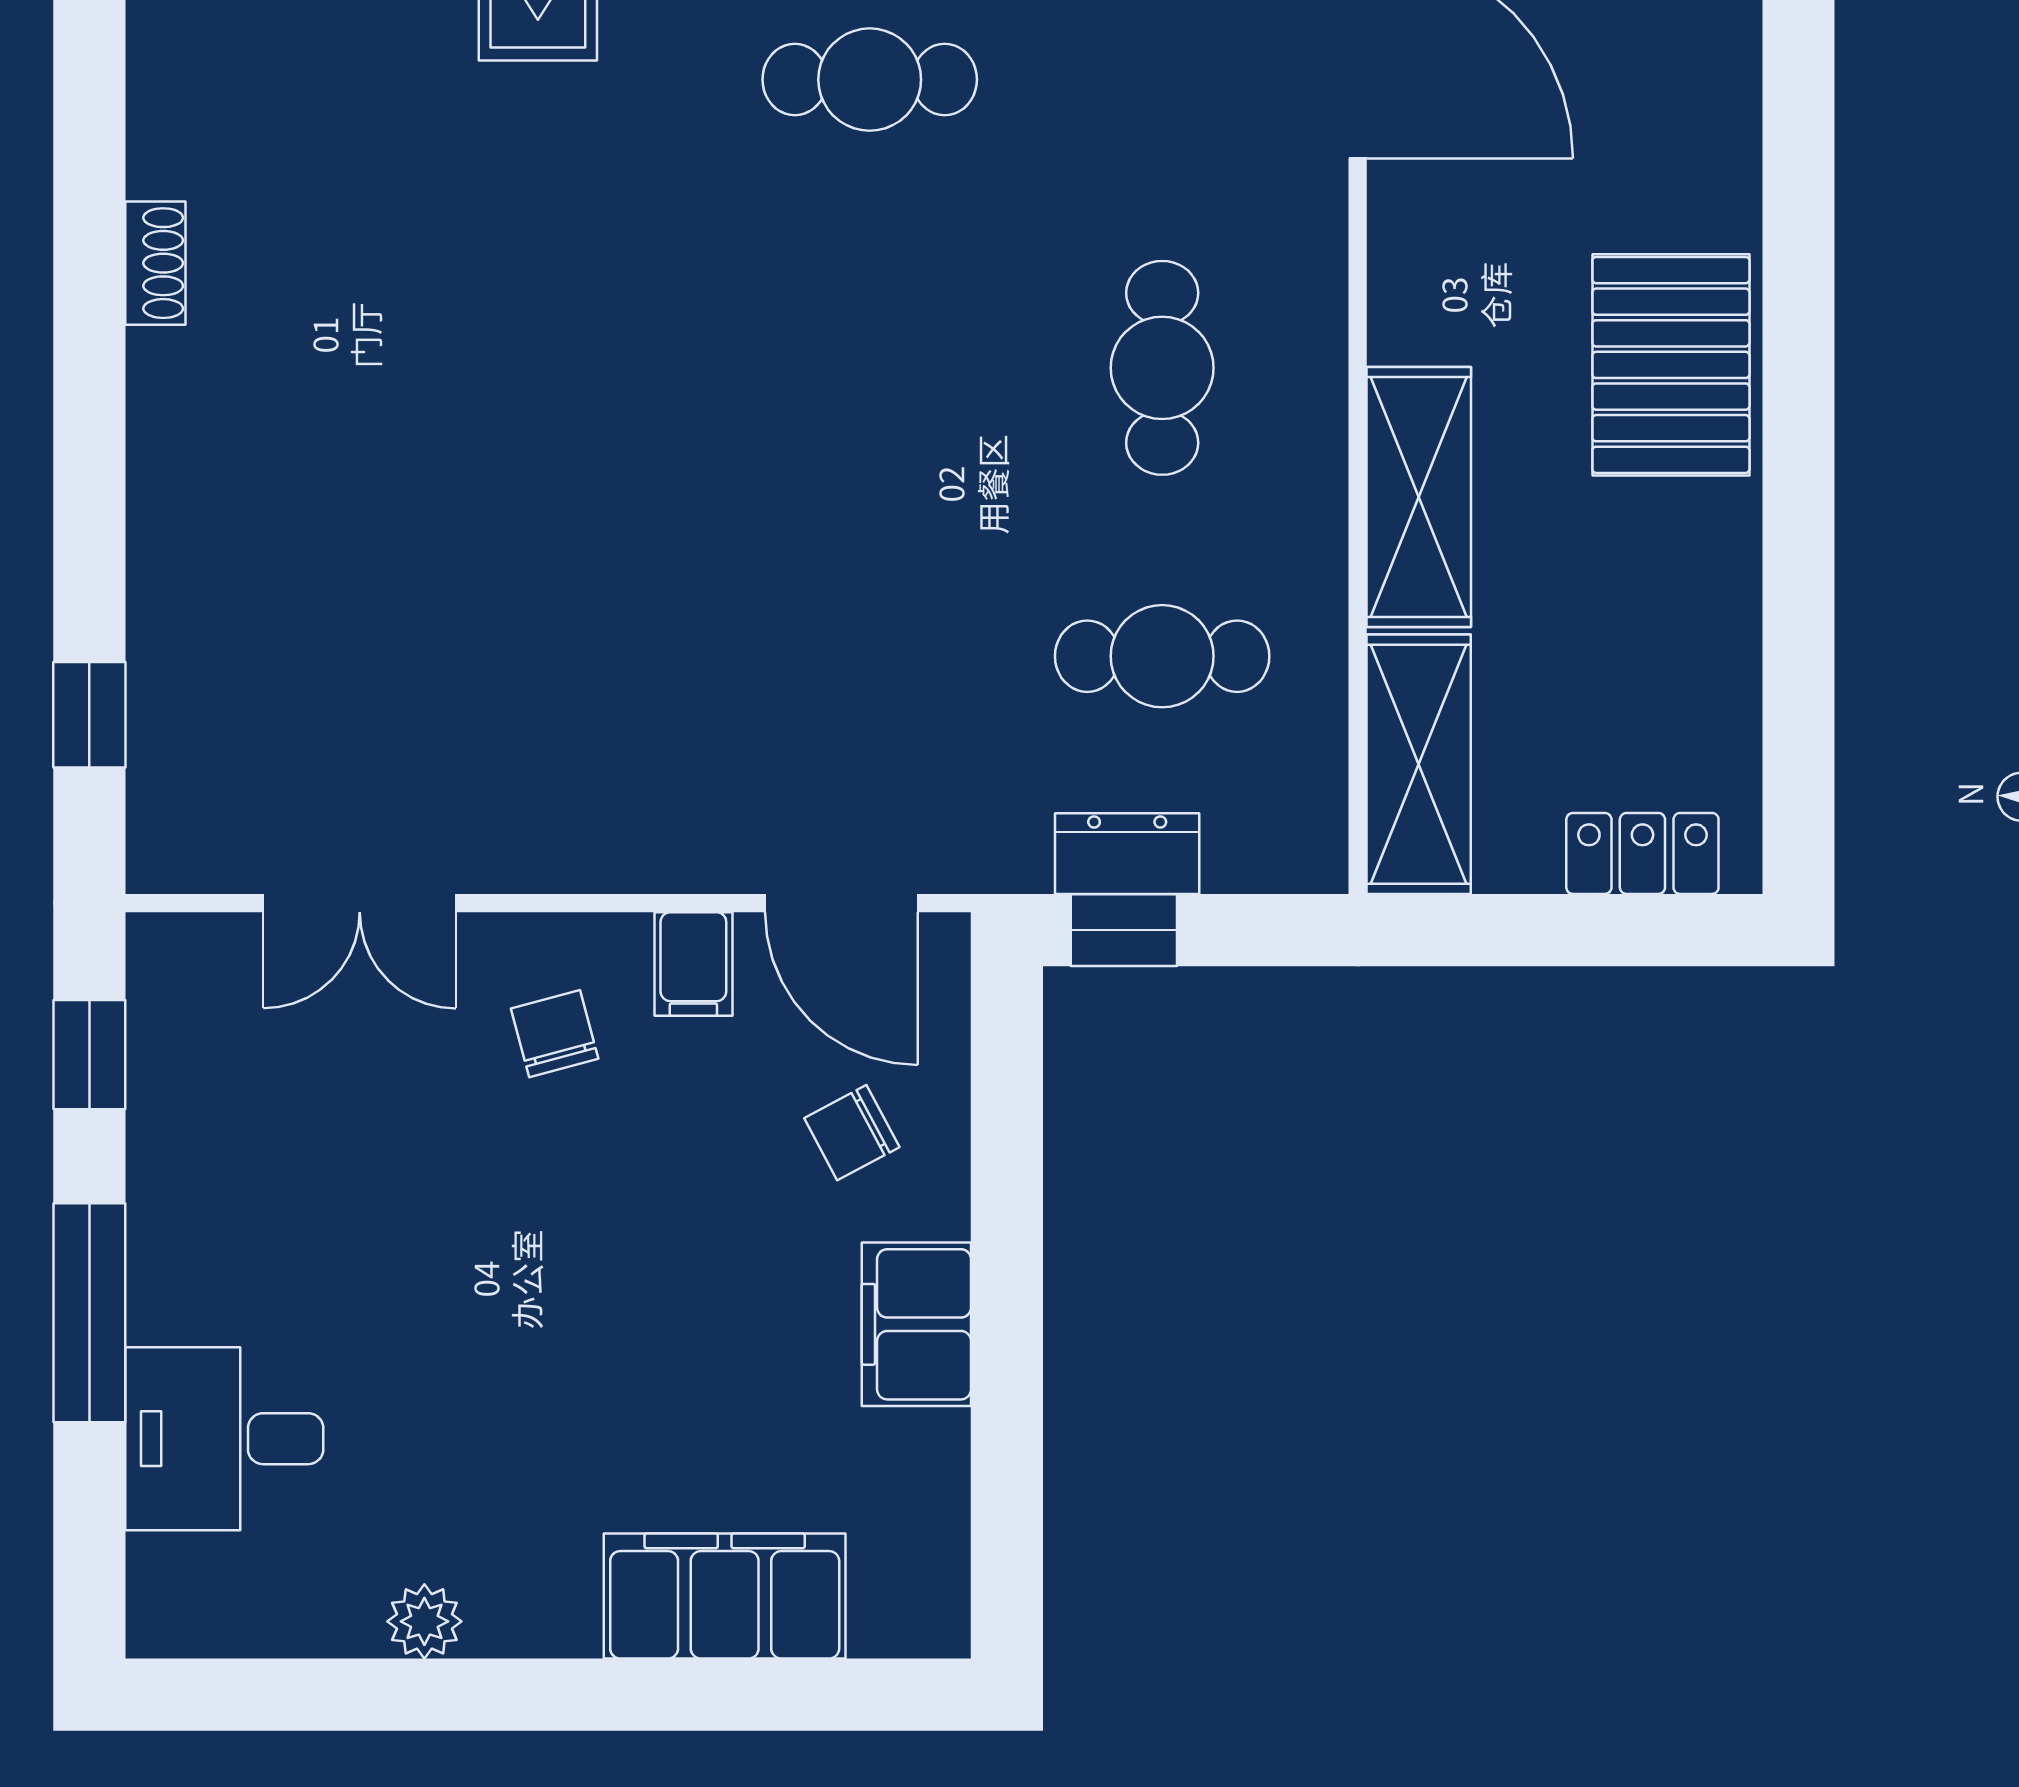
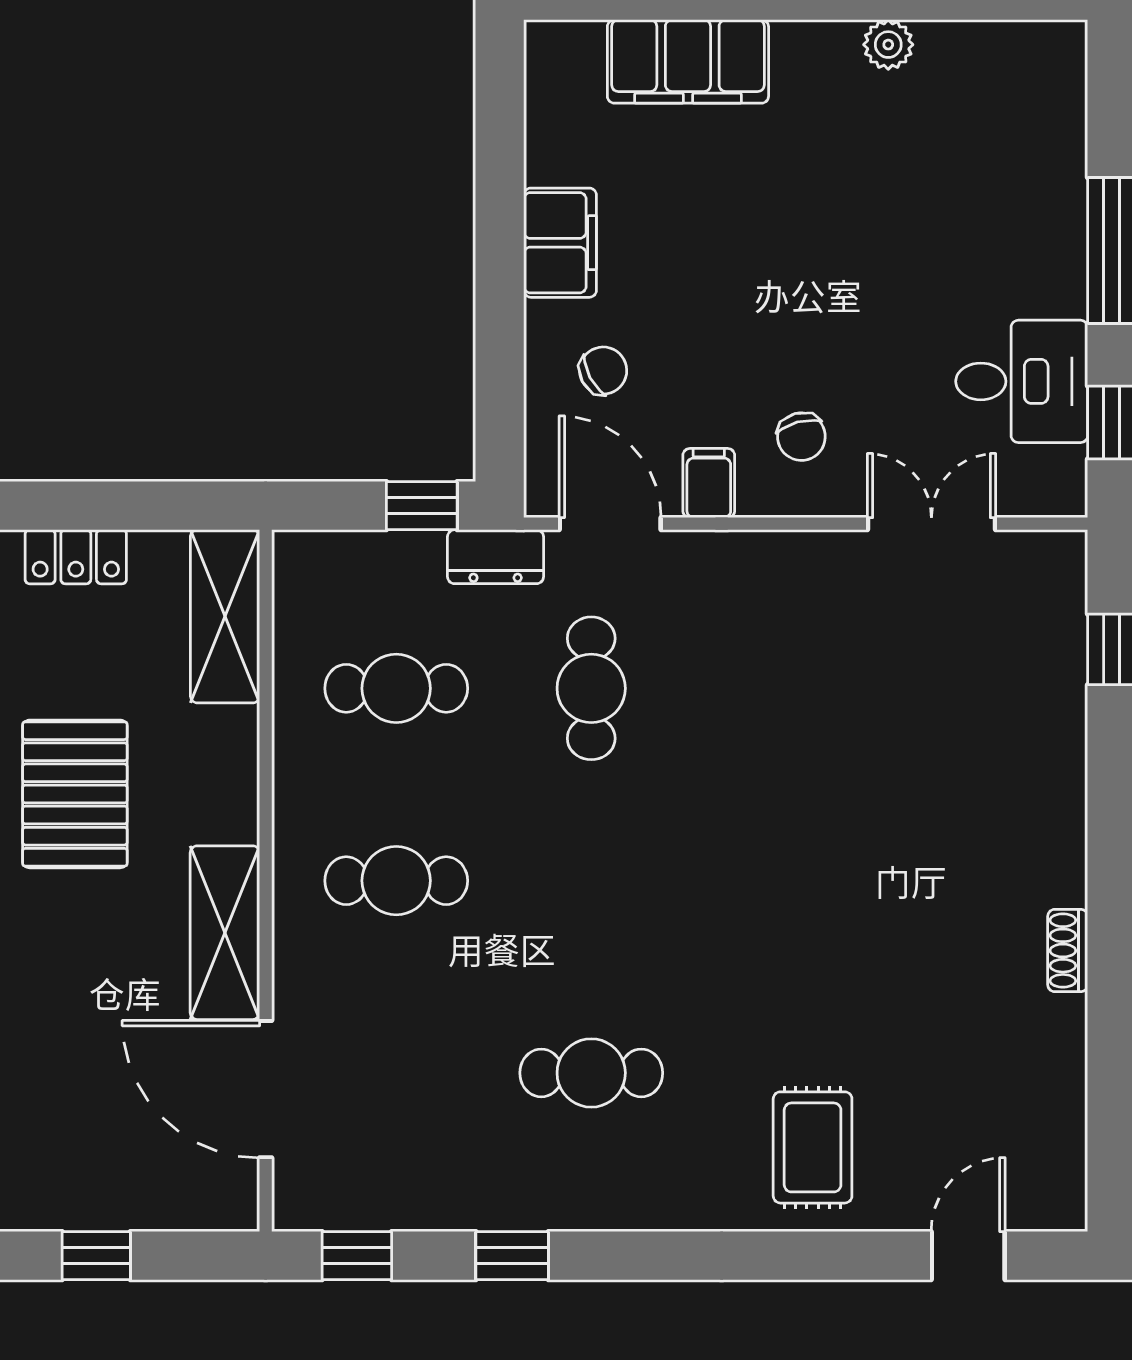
pallet: (1671, 365) -> (75, 794), moved
cafe table: (1162, 368) -> (396, 881), turned 90
shelving: (1419, 497) -> (225, 933), moved
cafe table: (870, 656) -> (591, 688), added
dresser: (1127, 854) -> (496, 557), moved
desk: (224, 1439) -> (1022, 381), moved

